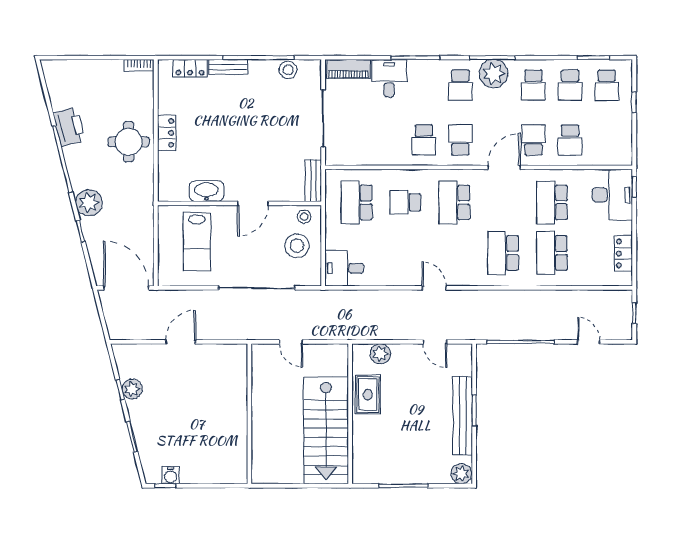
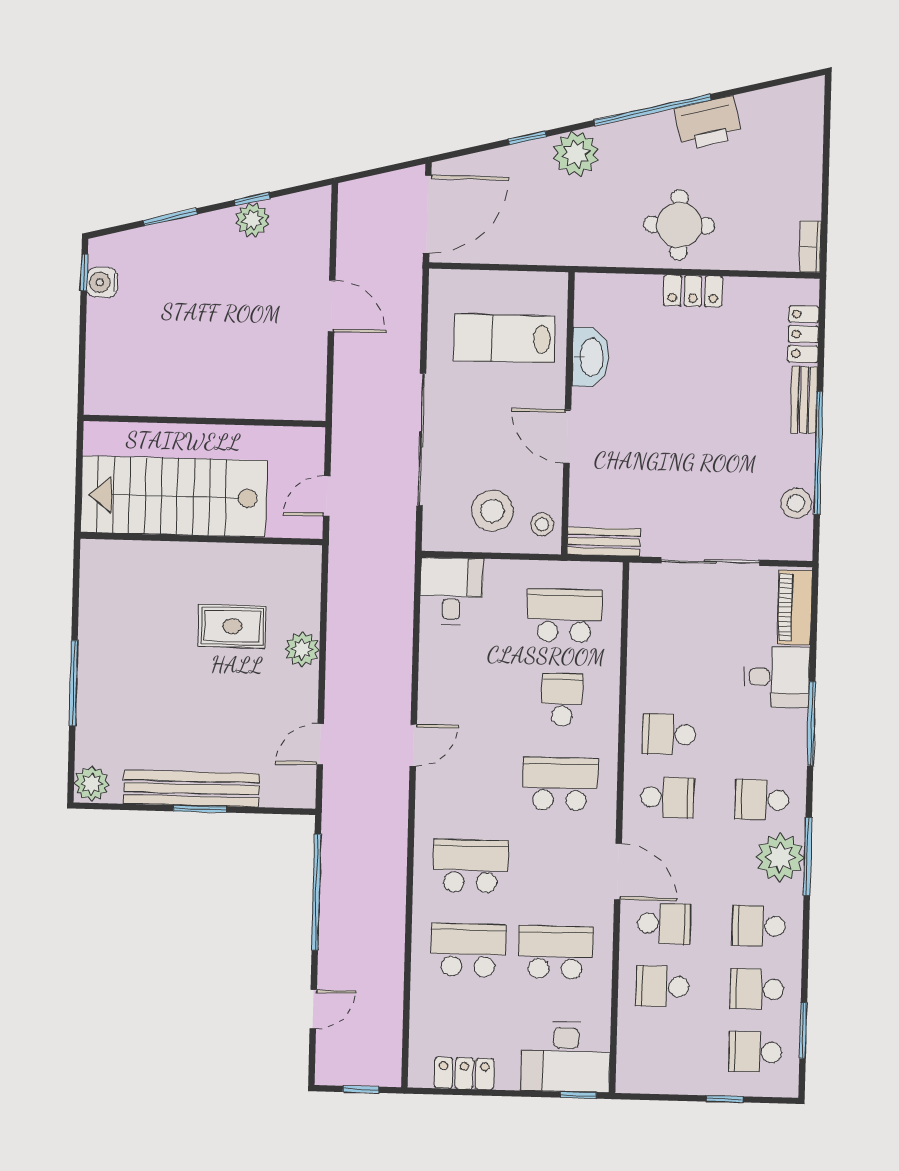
wall: (350, 414) -> (201, 539), moved
stairs: (326, 430) -> (174, 496), moved

